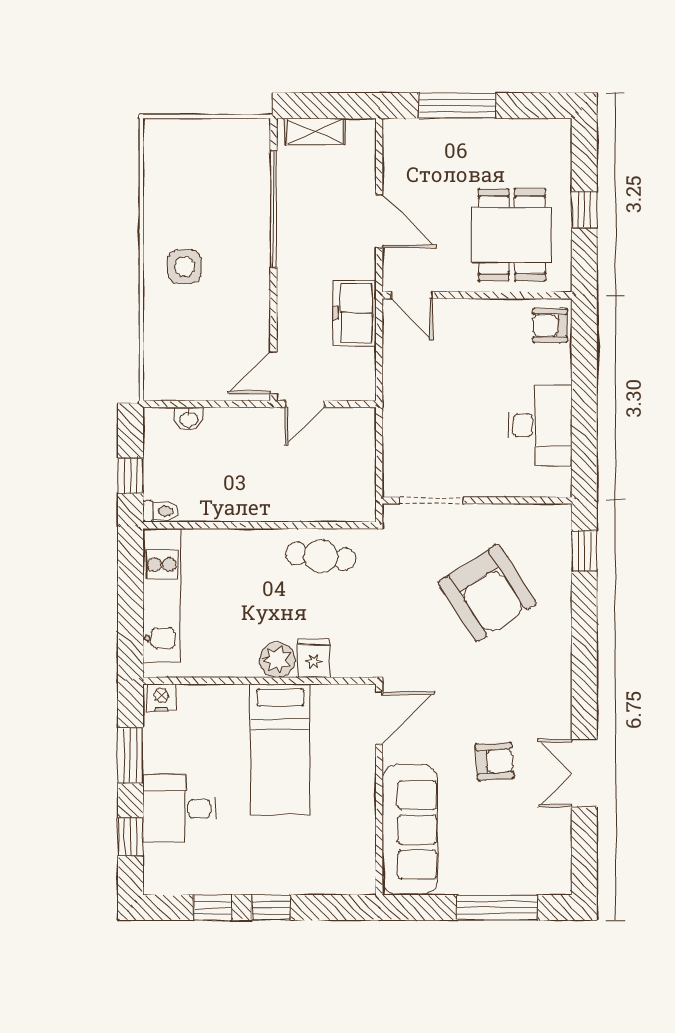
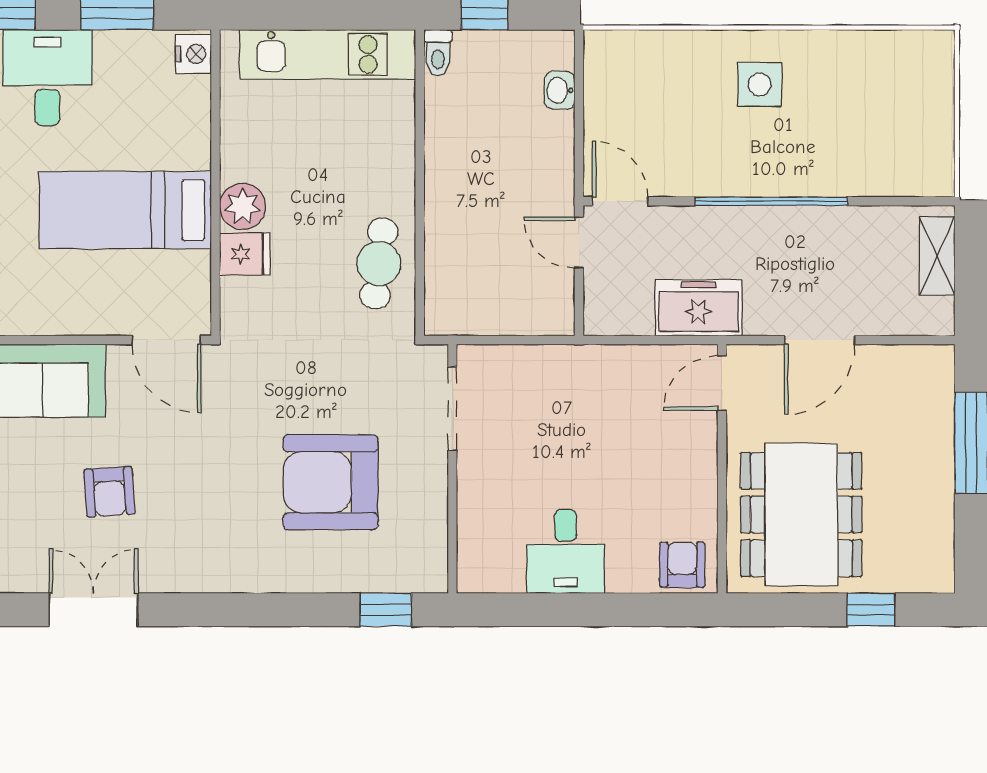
window: (273, 209) -> (771, 201), moved
window: (584, 210) -> (871, 610), moved
dining table: (512, 235) -> (801, 514), width x1.38
desk: (540, 425) -> (566, 551), width x0.73
armchair: (487, 593) -> (331, 482), turned 33

